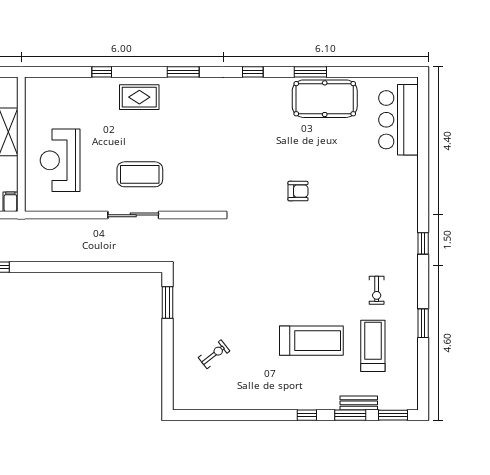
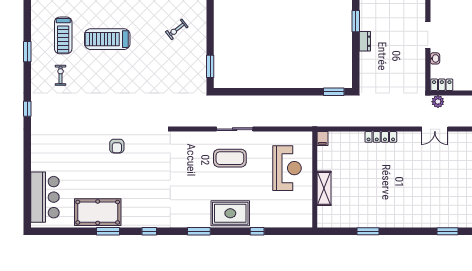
rug: (139, 97) -> (230, 213), width x1.36, depth x1.43
armchair: (298, 191) -> (117, 146), turned -90

